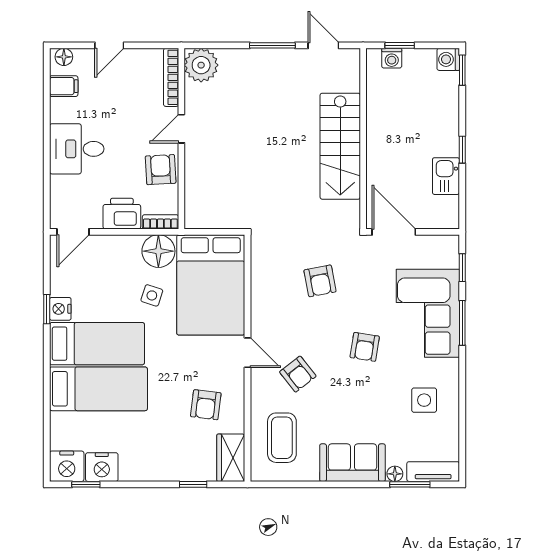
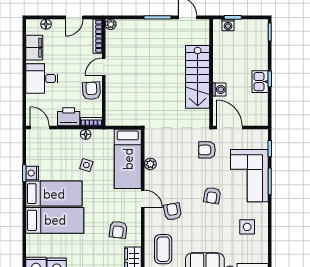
door: (109, 45) -> (74, 17), moved
floor lamp: (64, 57) -> (46, 24), moved
washing machine: (448, 59) -> (219, 89), moved, turned 180
plant: (201, 65) -> (111, 24), width x0.53, depth x0.53
filing cabinet: (64, 86) -> (34, 48), width x2.00
kitchen sink: (446, 176) -> (260, 82), moved
door: (73, 232) -> (40, 128), swing flipped
floor lamp: (158, 251) -> (86, 134), width x0.53, depth x0.53
armchair: (320, 281) -> (207, 150), moved, turned 101
bed: (211, 285) -> (128, 159), width x0.67
plant: (260, 293) -> (150, 164), added
armchair: (298, 374) -> (173, 212), turned -152

